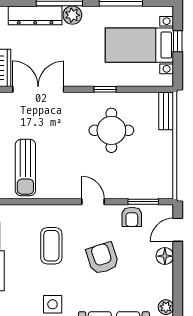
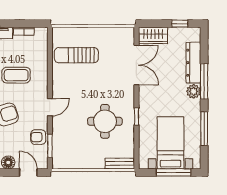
window: (178, 41) -> (174, 172), width x2.17

